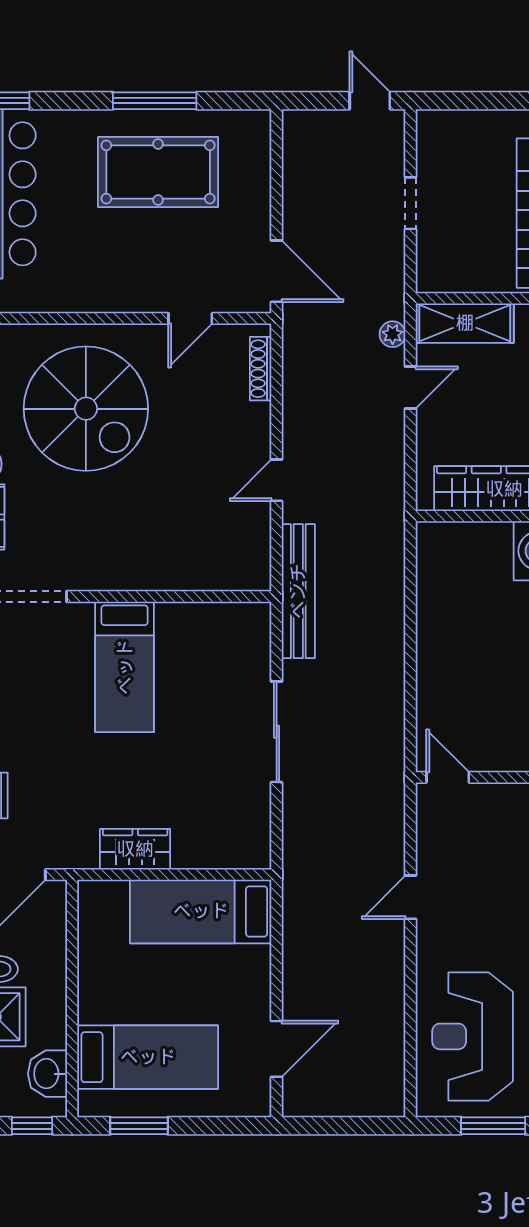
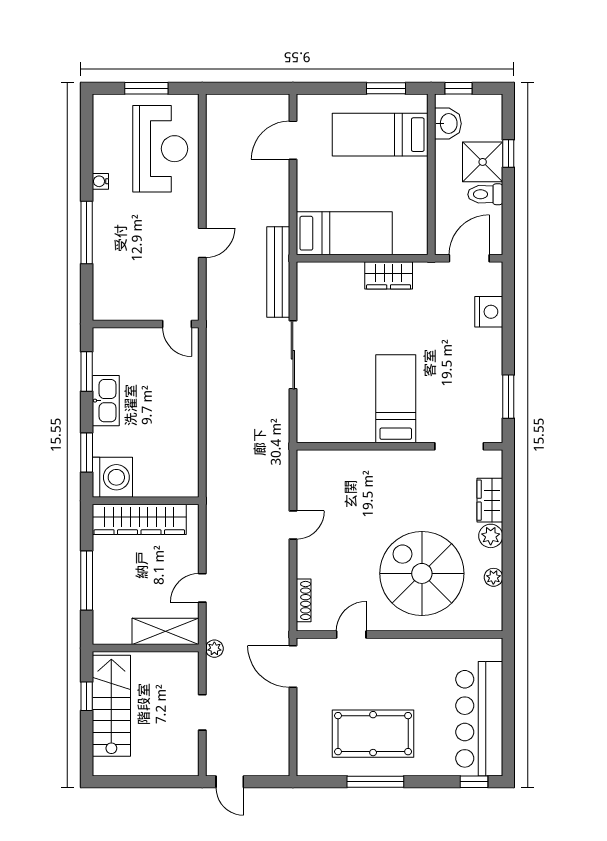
plant: (393, 334) -> (214, 649), moved
bench: (298, 591) -> (278, 272), moved

